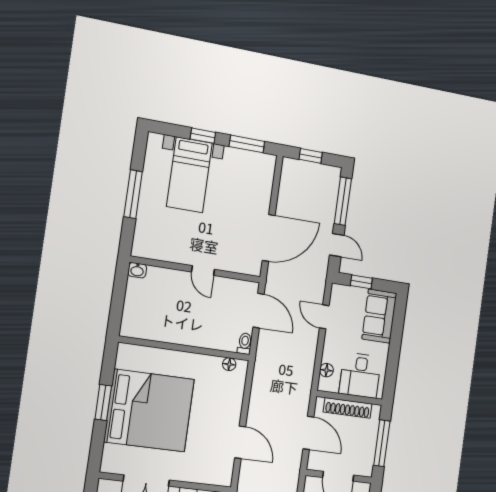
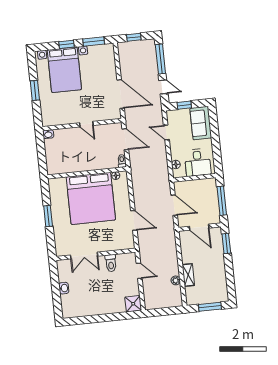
bed with nightstands: (189, 175) -> (64, 70), width x1.36
window: (133, 194) -> (35, 90), width x0.69
door: (269, 238) -> (121, 94), hinge flipped
shoe rack: (348, 408) -> (195, 184), removed
bed: (149, 411) -> (91, 198), moved, turned 90

